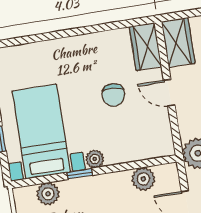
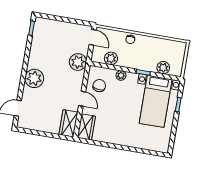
chair: (113, 95) -> (99, 86), moved
plant: (95, 159) -> (121, 75), moved

